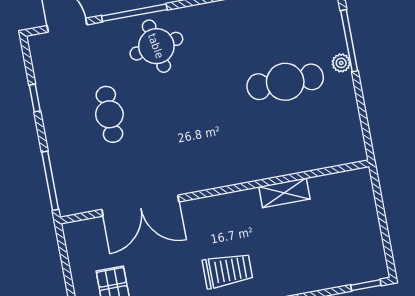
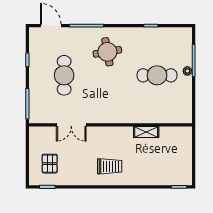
round table: (156, 46) -> (107, 52), moved
cafe table: (109, 114) -> (64, 75), width x1.37, depth x1.35
double door: (140, 206) -> (71, 125), width x0.73

